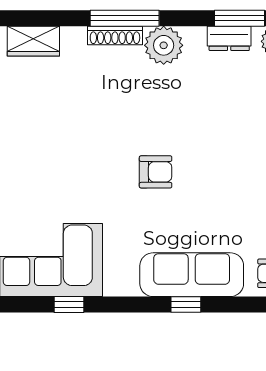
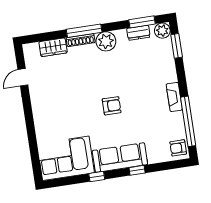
wardrobe: (33, 41) -> (53, 47), moved
sofa: (192, 275) -> (120, 158), moved
window: (69, 305) -> (97, 177), moved

